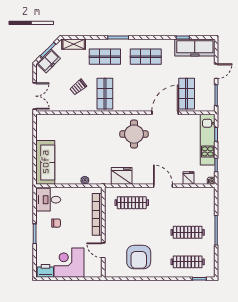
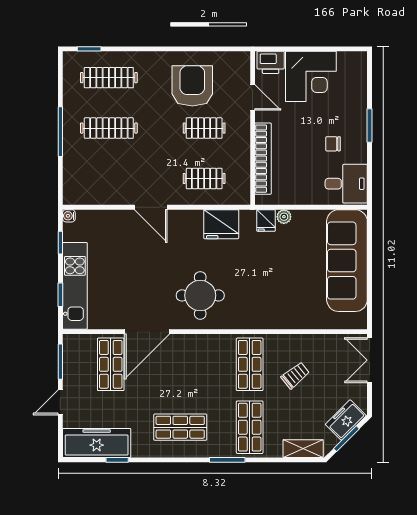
shop shelf: (105, 57) -> (250, 427), turned 90
sofa: (45, 162) -> (347, 261), width x1.36, depth x1.27
fridge: (188, 178) -> (266, 220), moved
clothes rail: (132, 203) -> (204, 179), width x0.73
clothes rail: (132, 232) -> (204, 128), added
printer: (45, 271) -> (271, 62), moved

